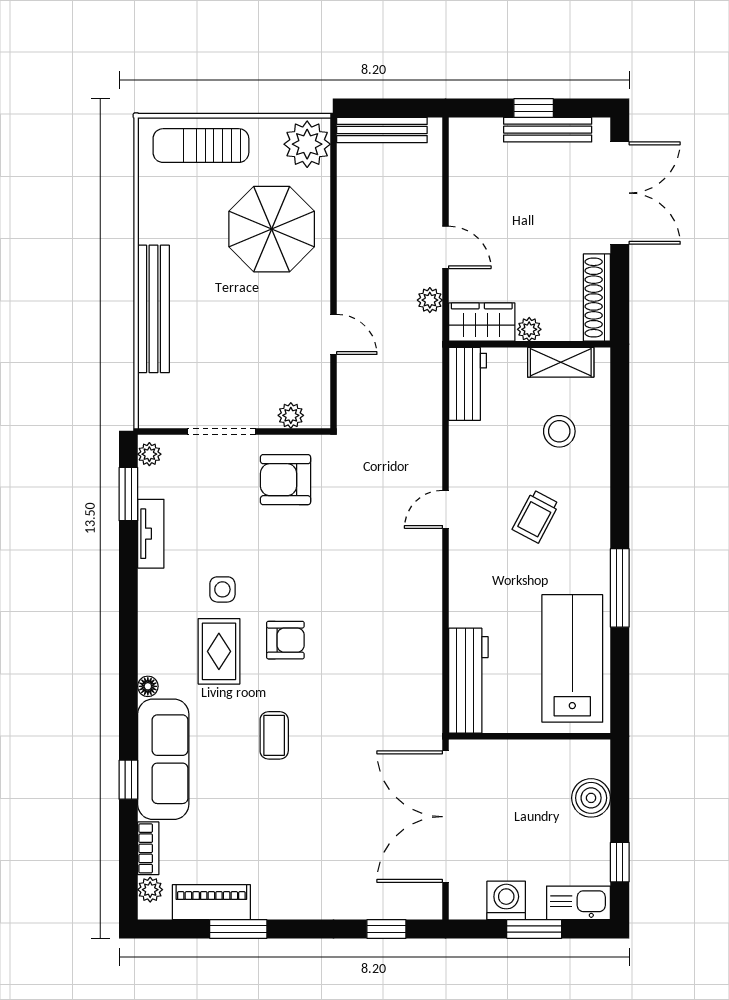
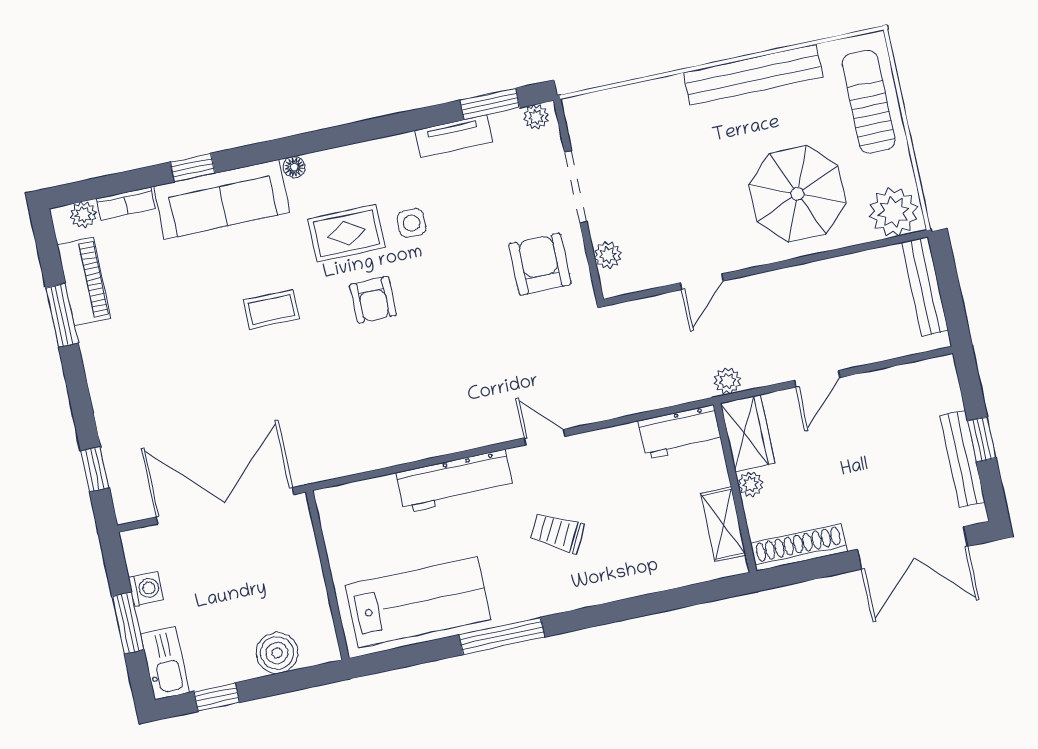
plant: (430, 300) -> (728, 381), moved
bench: (154, 309) -> (753, 75), moved
stool: (559, 431) -> (651, 538), removed
workbench: (468, 681) -> (455, 481), moved
washing machine: (506, 900) -> (146, 589), width x0.73, depth x0.73

